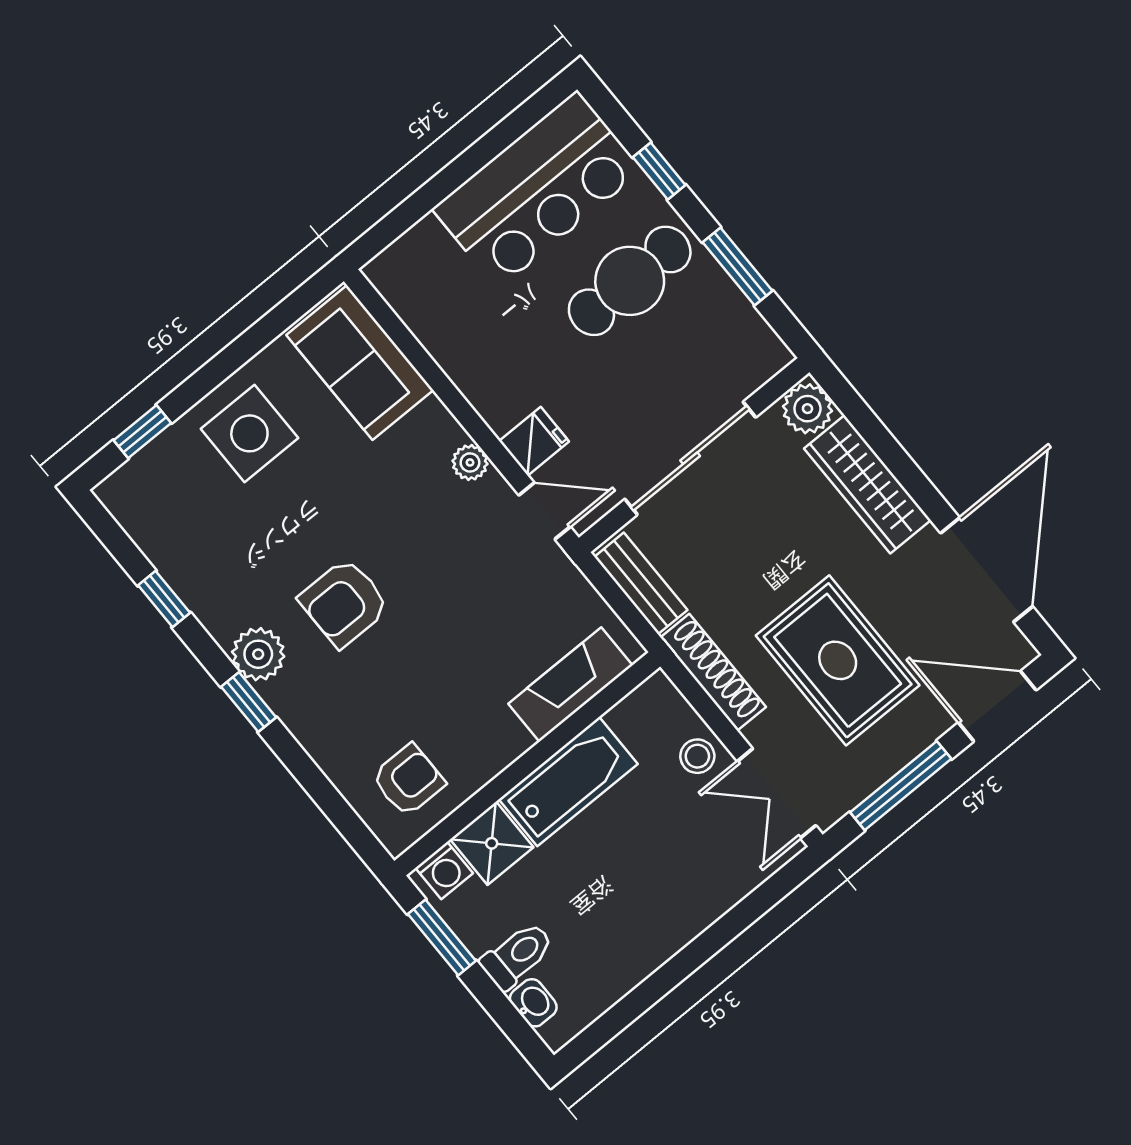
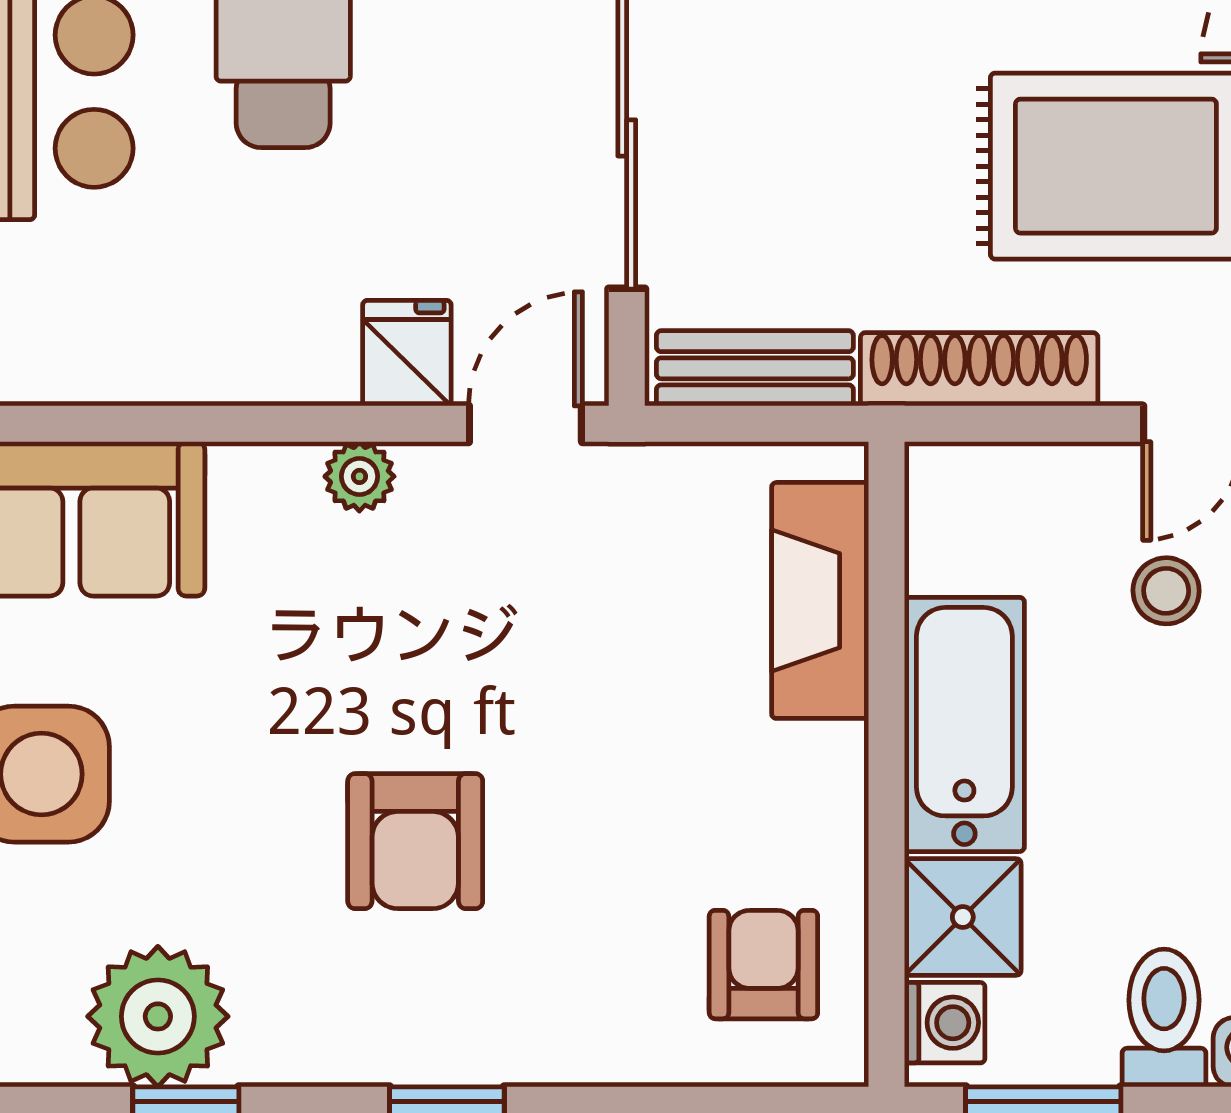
plant: (258, 654) -> (158, 1016), moved, width x1.36, depth x1.36
stool: (697, 756) -> (1166, 591), moved

